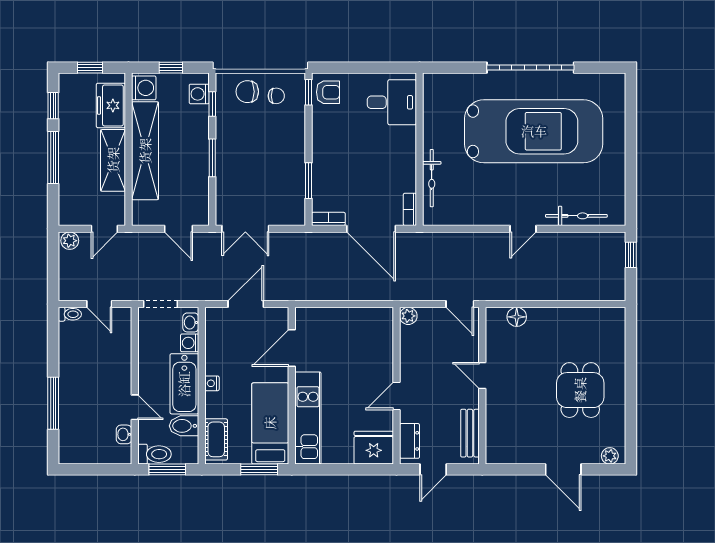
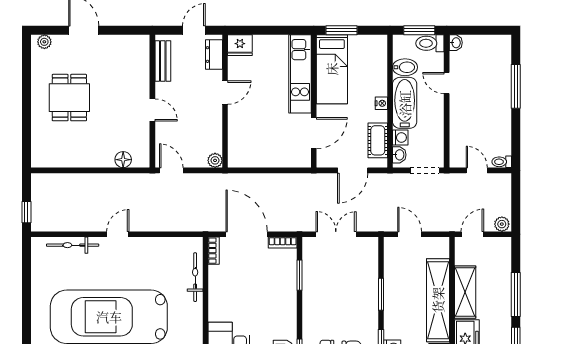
double door: (245, 229) -> (336, 234), moved
washbasin: (124, 434) -> (456, 43), moved
cot: (216, 439) -> (378, 140), moved
fridge: (374, 448) -> (240, 45), width x0.73, depth x0.75

